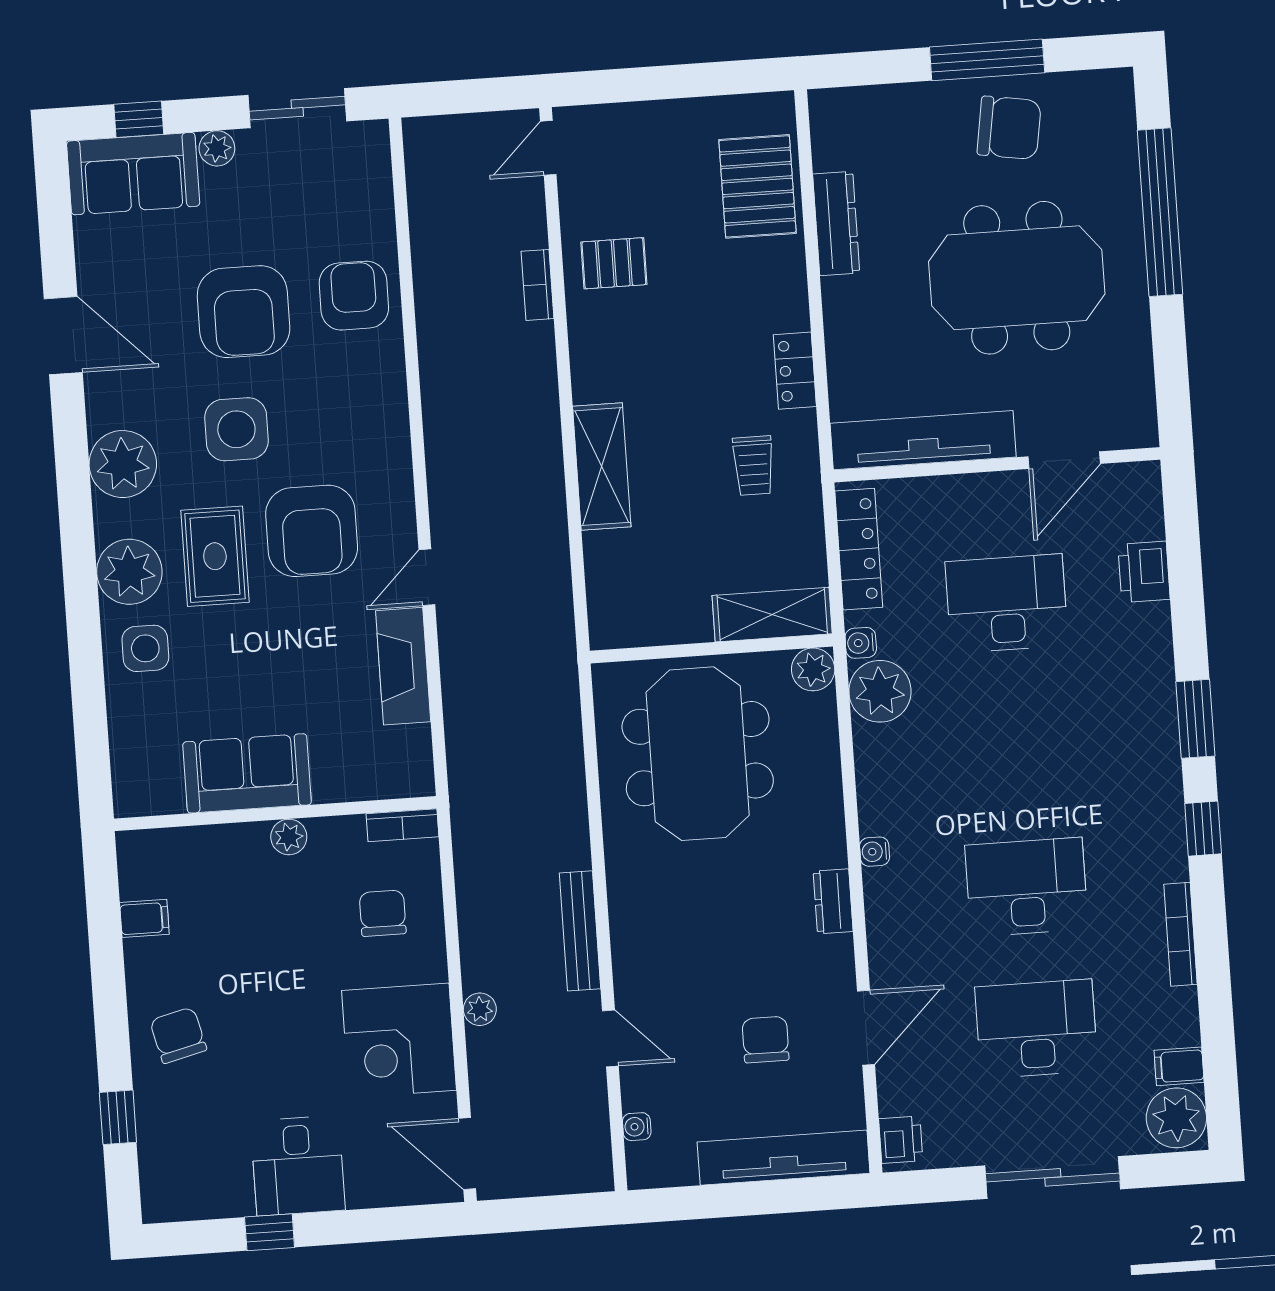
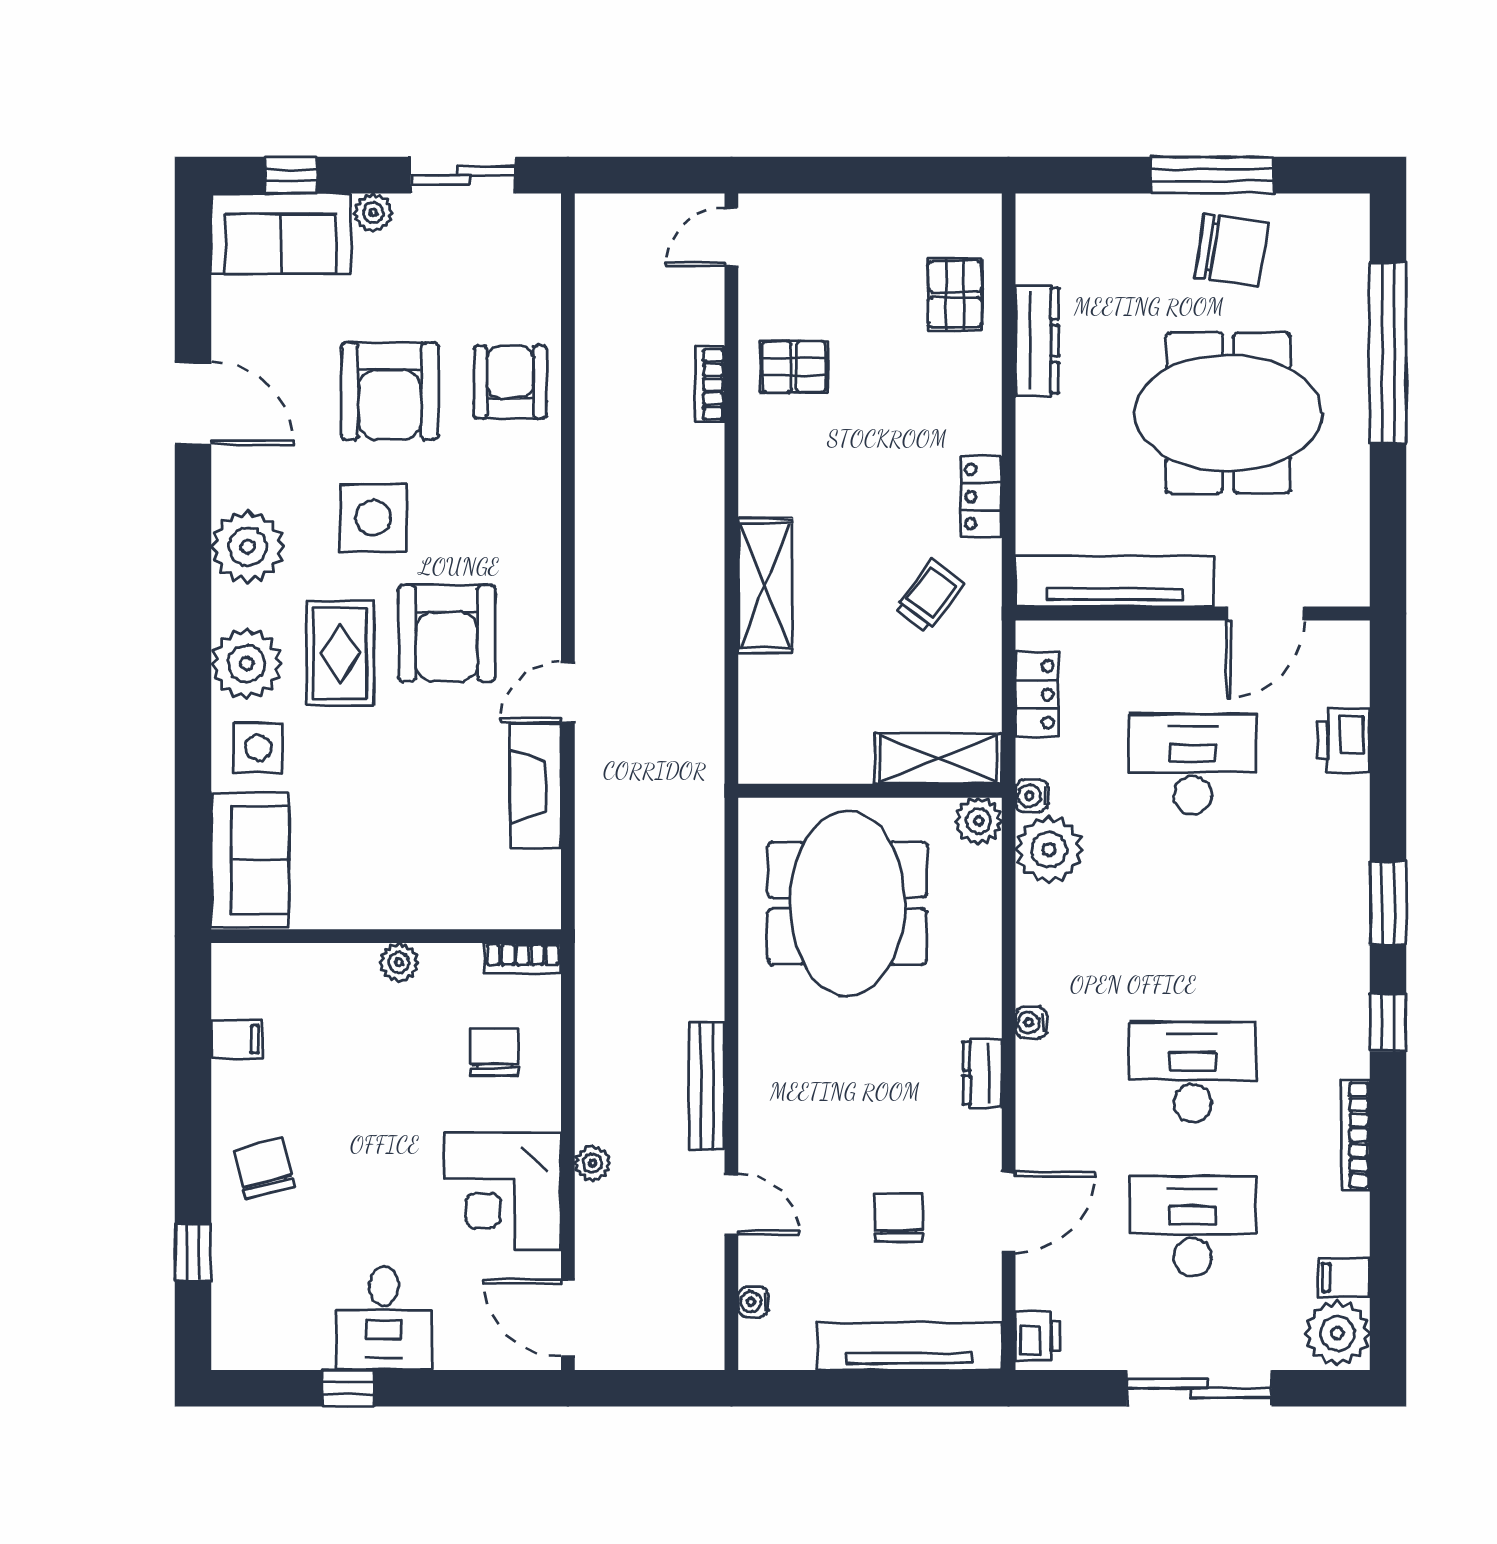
pallet: (757, 186) -> (955, 295), width x0.67, depth x0.71
trolley: (753, 466) -> (929, 596), turned -143
locker: (859, 549) -> (1037, 694), width x0.66
sofa: (247, 773) -> (250, 860), moved, turned 90

